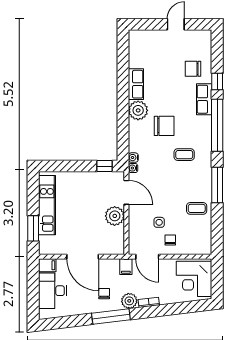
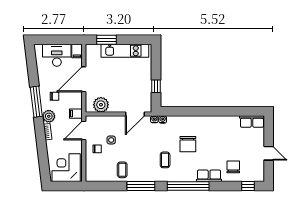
window: (217, 81) -> (248, 186), moved
row of seats: (136, 84) -> (252, 122), moved
plant: (138, 110) -> (200, 123), removed
window: (104, 166) -> (156, 86), moved
plant: (115, 216) -> (101, 105), moved

